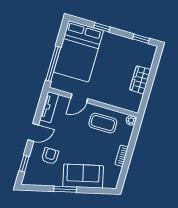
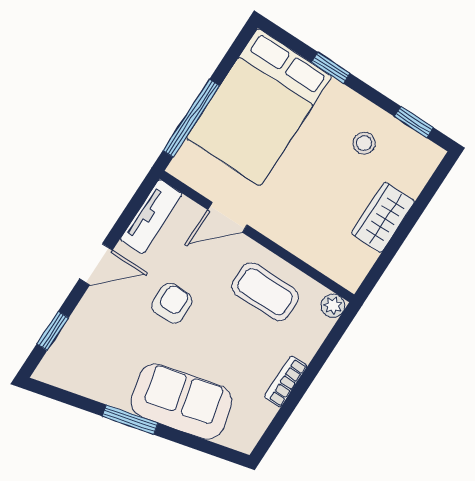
stool: (124, 53) -> (364, 143), added
armchair: (50, 156) -> (172, 303), moved

